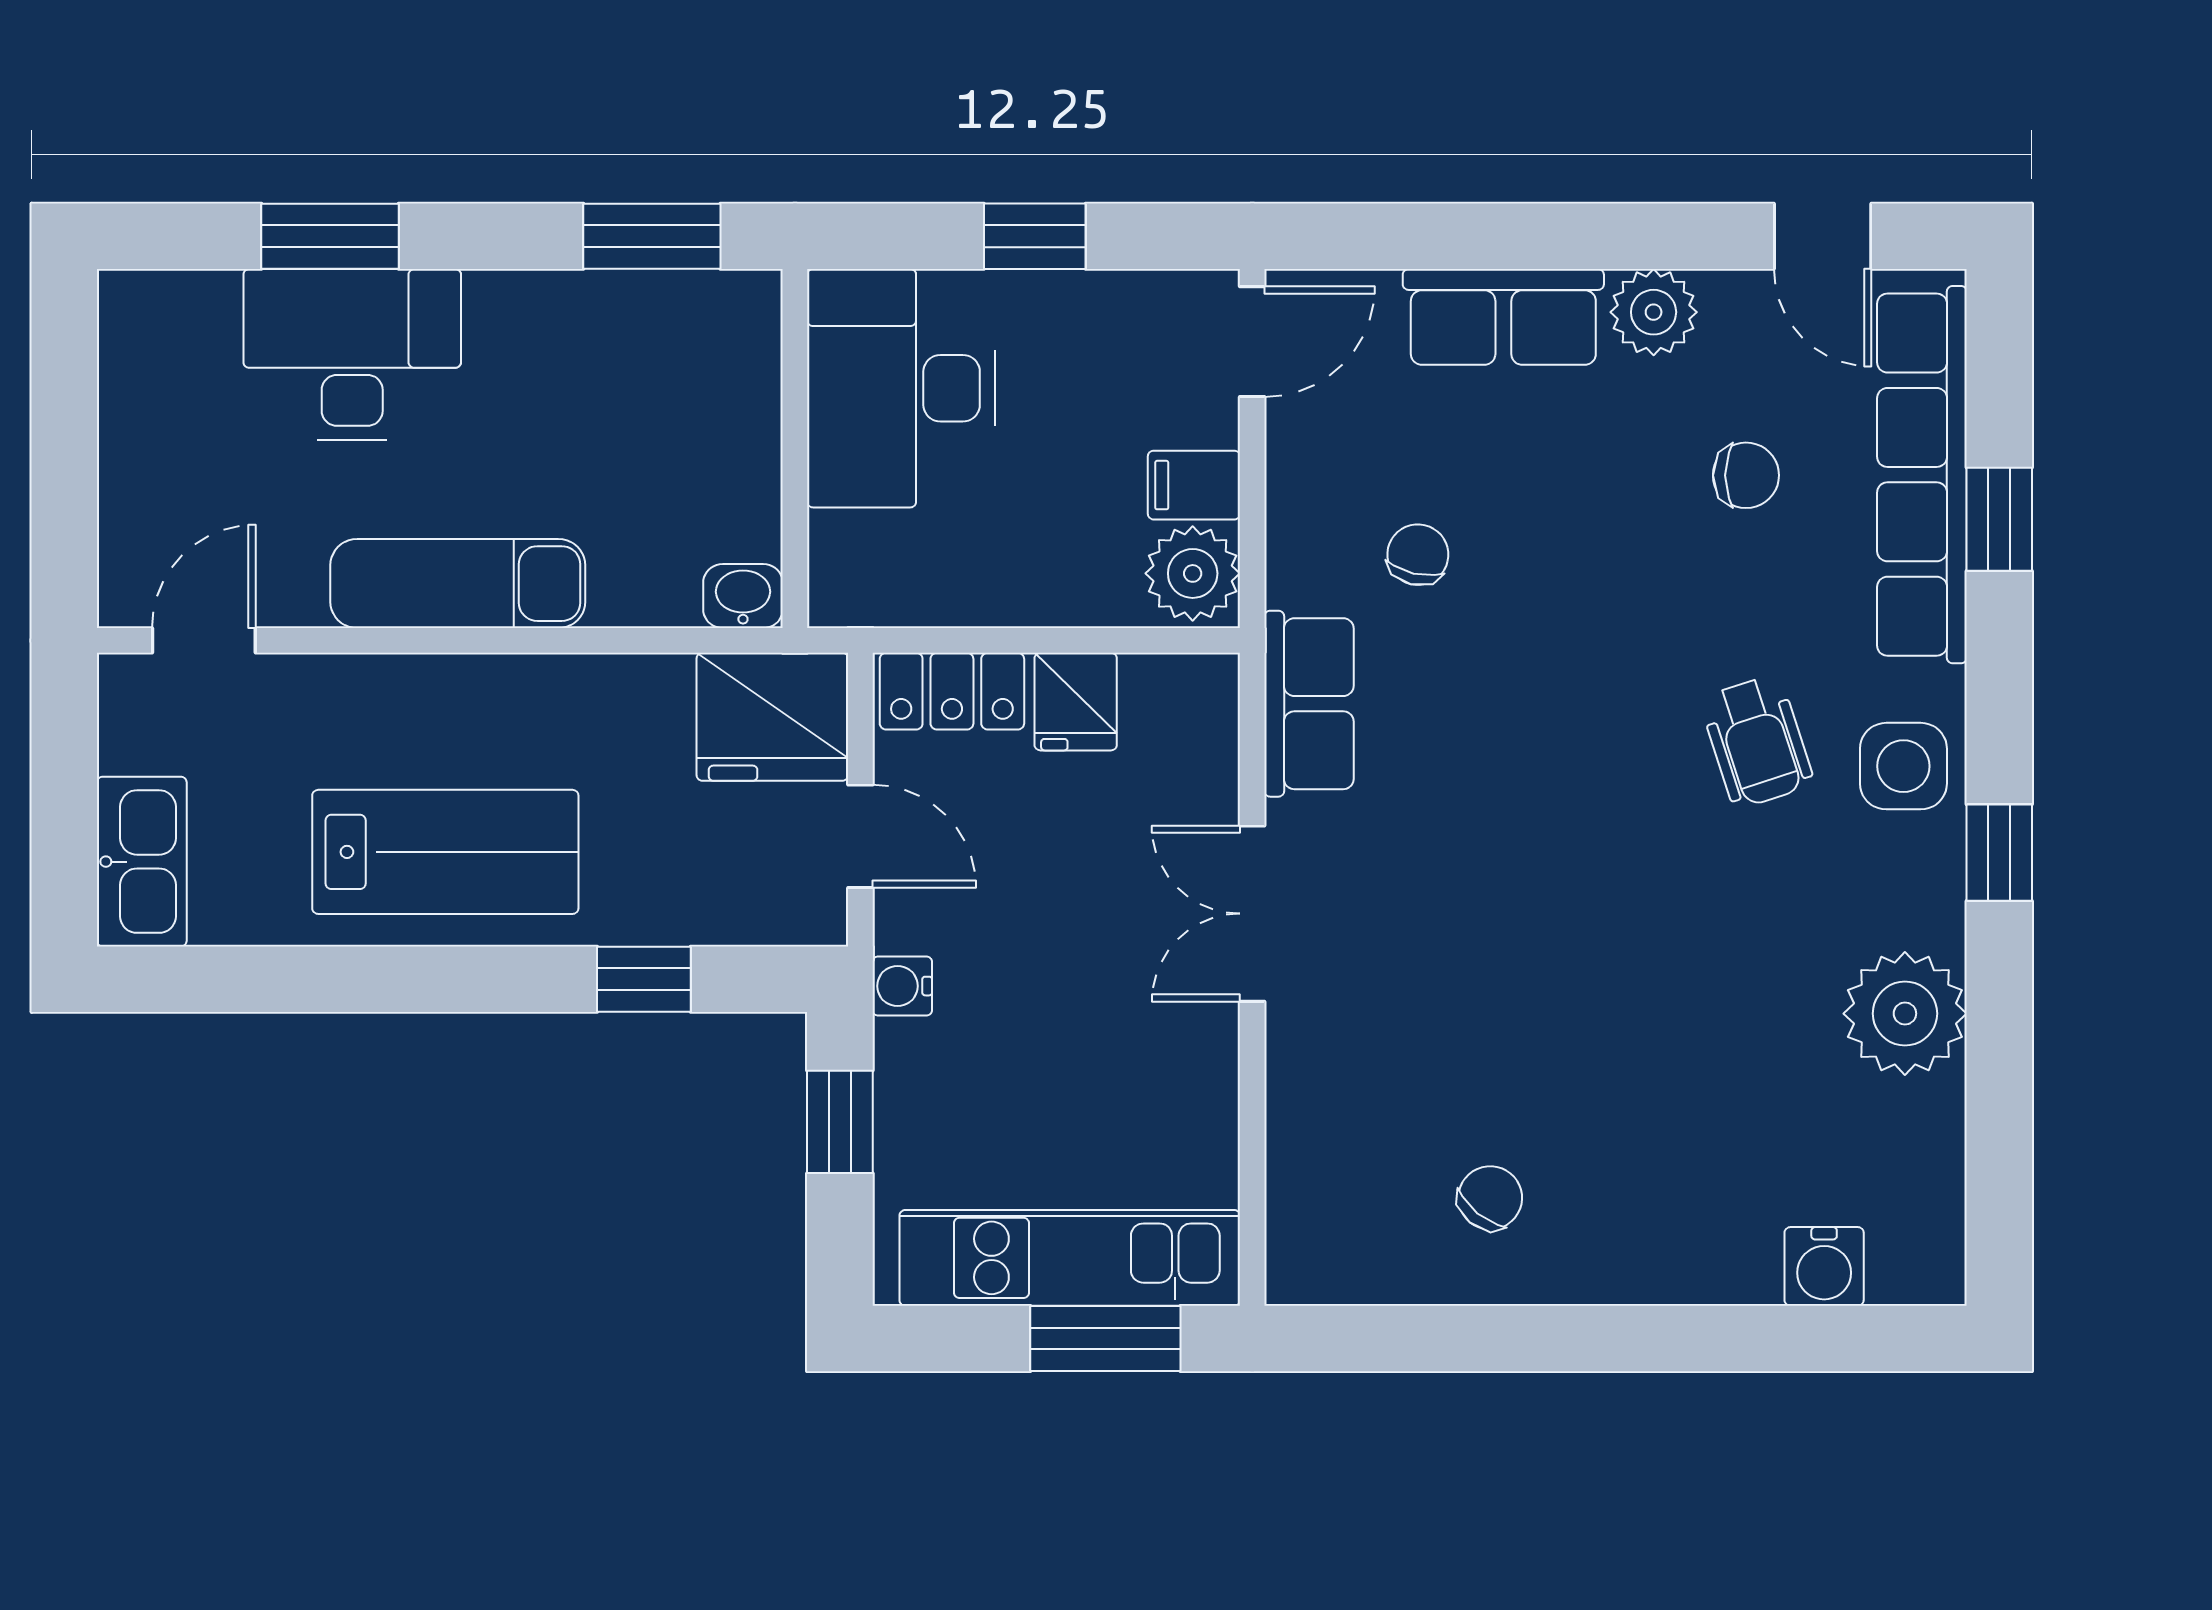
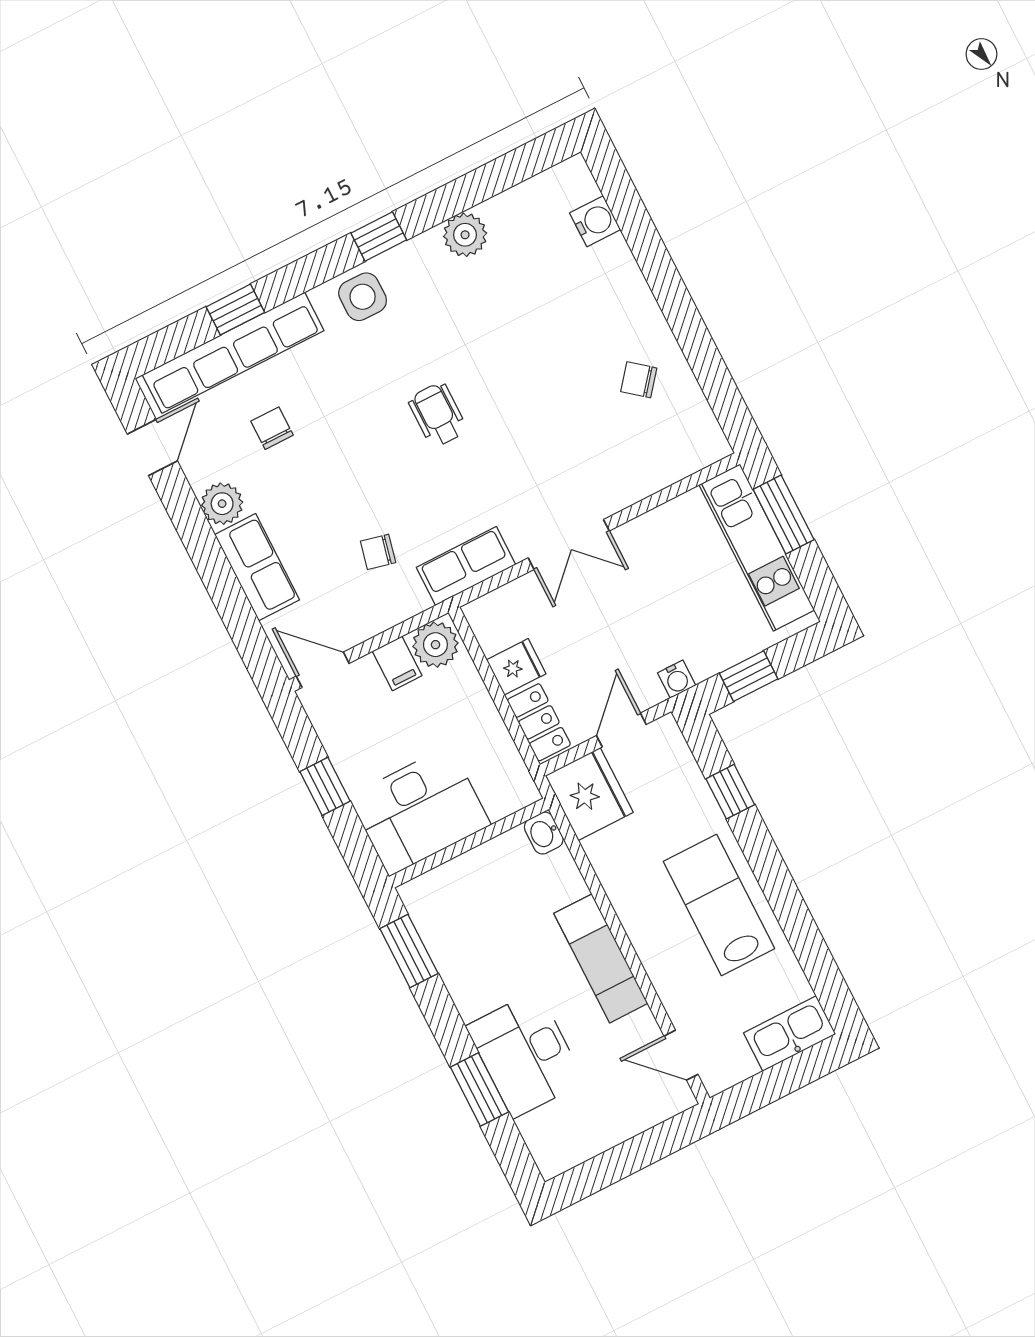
wheelchair: (1757, 742) -> (438, 415), moved, turned -72
plant: (1905, 1014) -> (465, 235), width x0.73, depth x0.73

